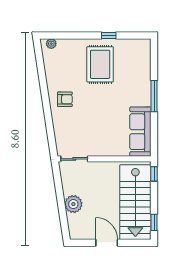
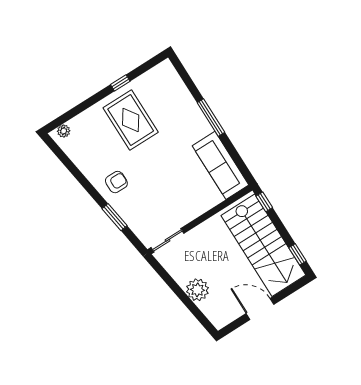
window: (49, 122) -> (114, 217), added

